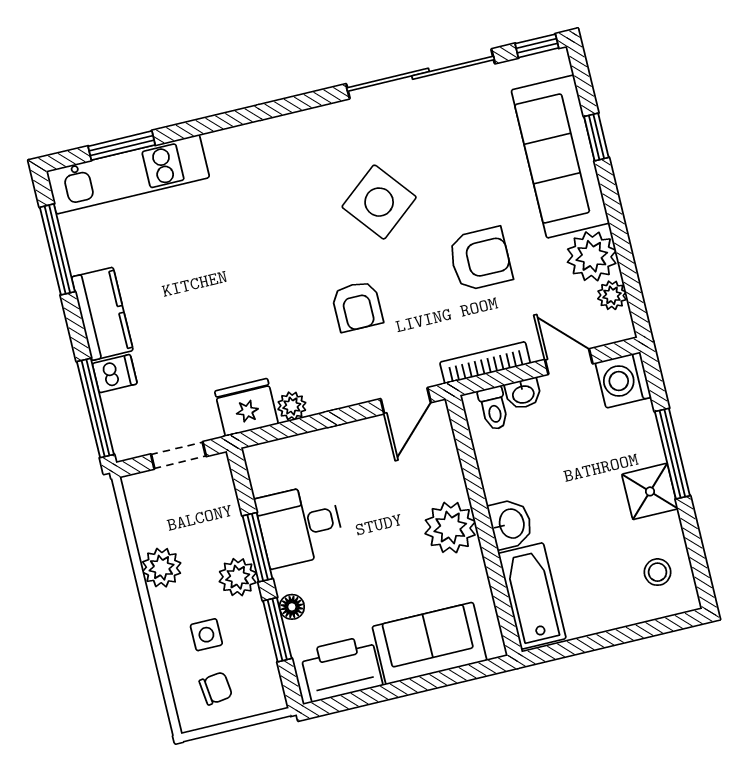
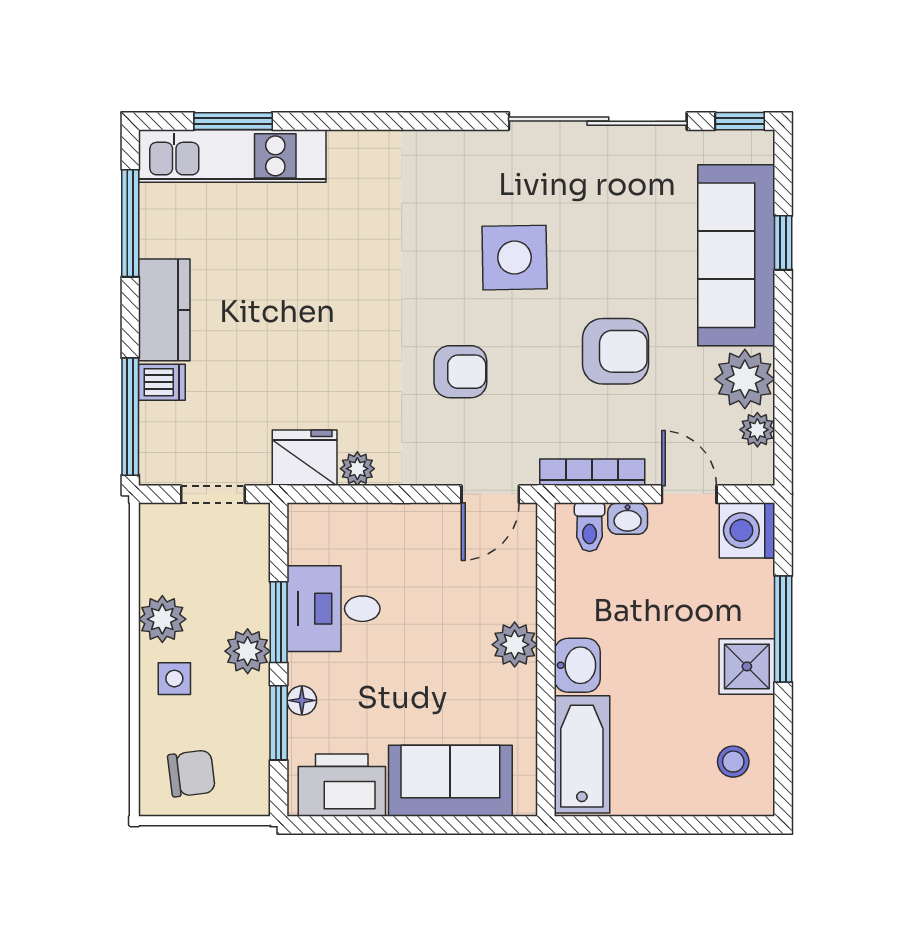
side table: (379, 202) -> (515, 258), turned 38
armchair: (357, 306) -> (460, 372), turned -90
plant: (450, 528) -> (515, 645), width x0.73, depth x0.73
side table: (206, 635) -> (174, 679), moved
chair: (216, 688) -> (191, 773), width x1.37, depth x1.37

